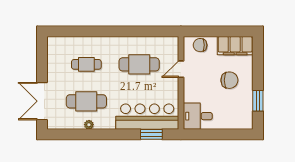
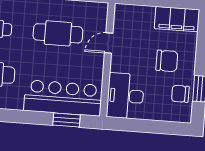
chair: (200, 45) -> (180, 94), moved
desk: (198, 116) -> (125, 96), width x1.37

